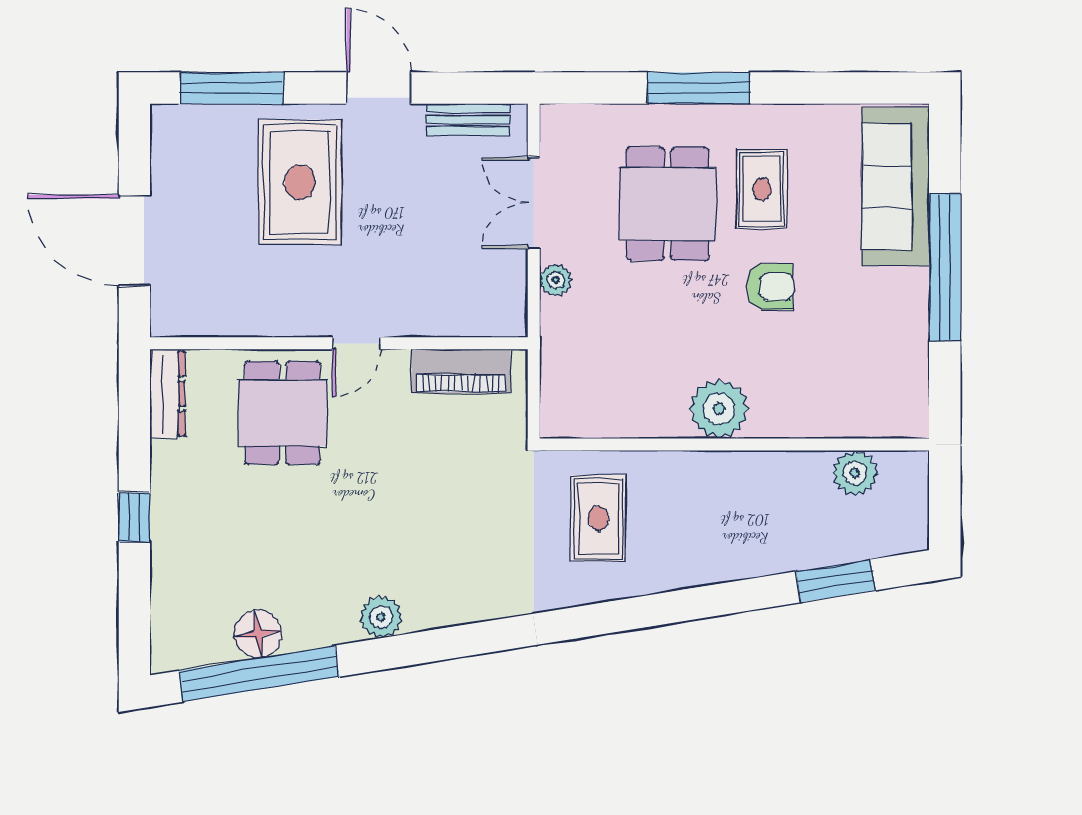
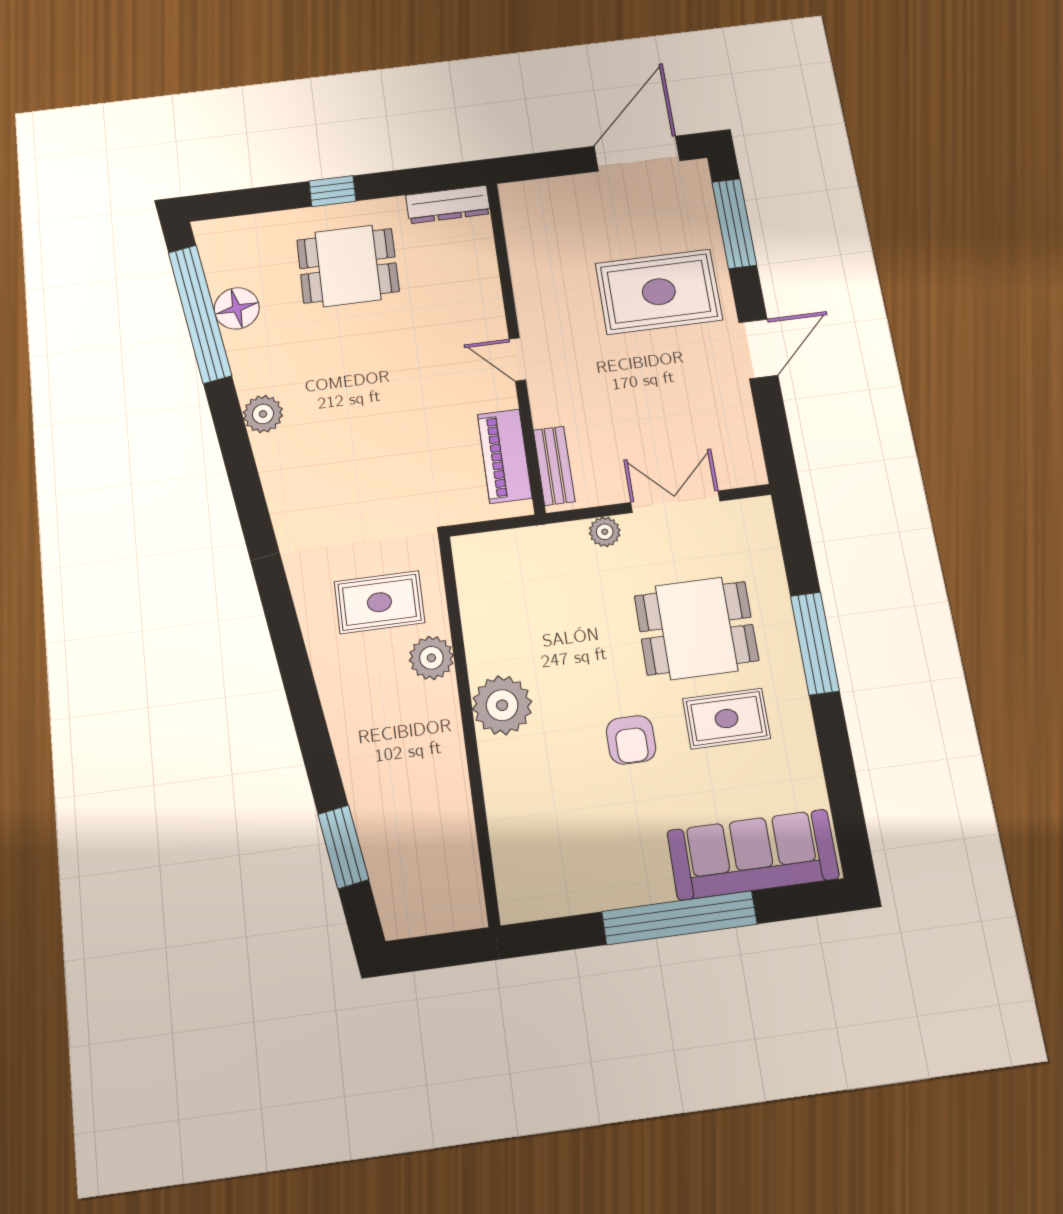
bench: (468, 120) -> (554, 466), moved
door: (134, 240) -> (637, 154), moved
dining table: (283, 413) -> (348, 266), moved
plant: (855, 473) -> (431, 658), moved

